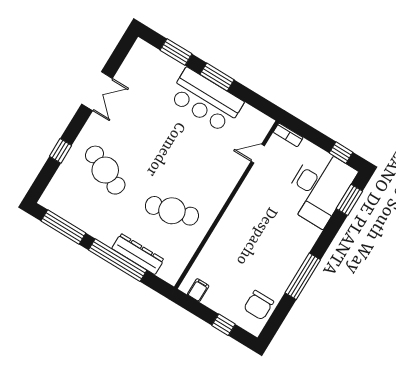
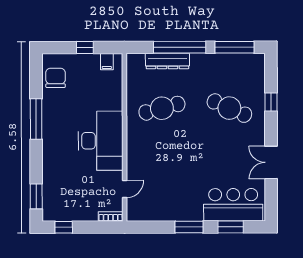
bar counter: (206, 100) -> (233, 205), moved
desk: (319, 187) -> (101, 141), moved, turned 180
window: (224, 325) -> (85, 48), moved

